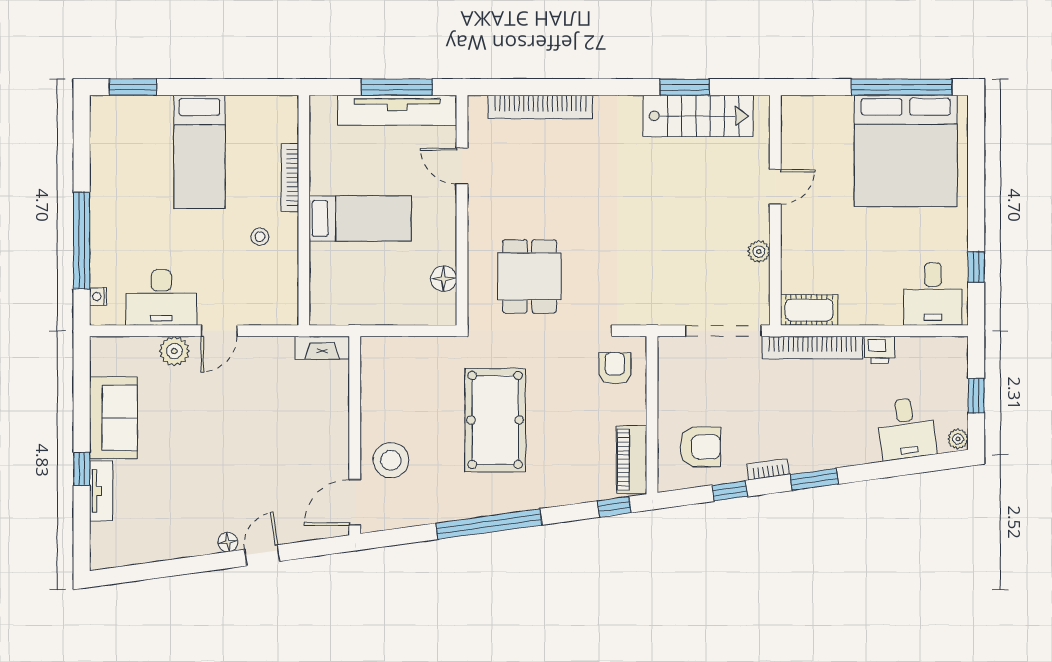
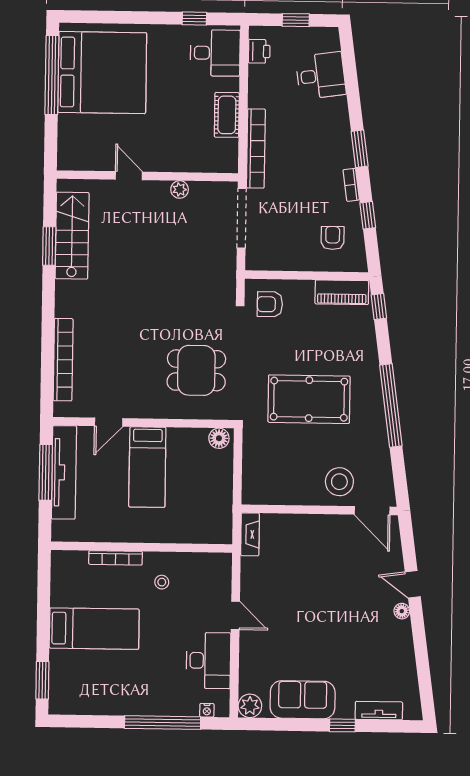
bed: (360, 218) -> (147, 467), moved, turned 180
floor lamp: (444, 279) -> (219, 438), moved
cot: (809, 310) -> (227, 115), moved
printer: (880, 350) -> (259, 51), moved
plant: (174, 351) -> (250, 706), moved
plant: (958, 439) -> (330, 35), removed
armchair: (700, 447) -> (333, 238), width x0.72, depth x0.72
tv unit: (101, 491) -> (379, 711), moved

